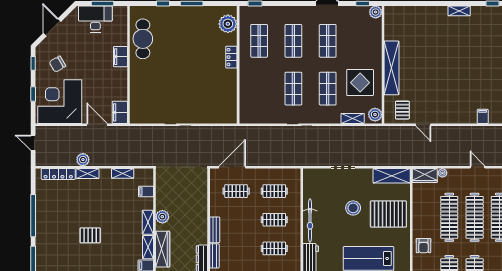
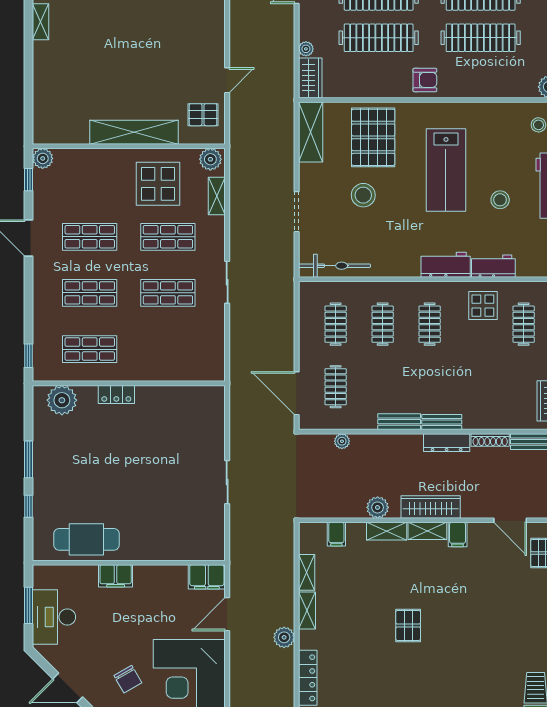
shelving: (87, 173) -> (307, 611), moved
plant: (203, 195) -> (342, 441), added
bicycle: (310, 220) -> (334, 266), moved

